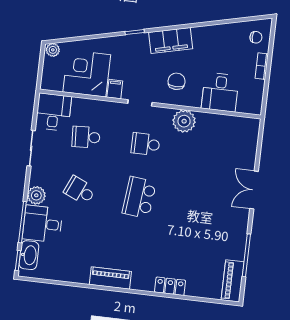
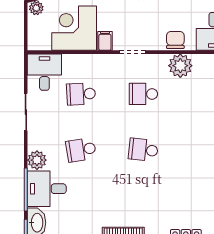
chair: (177, 81) -> (175, 40), moved
school desk: (80, 190) -> (81, 150), turned -33
school desk: (139, 197) -> (143, 150), width x0.54

